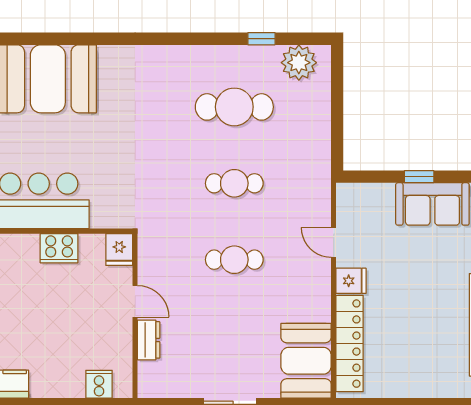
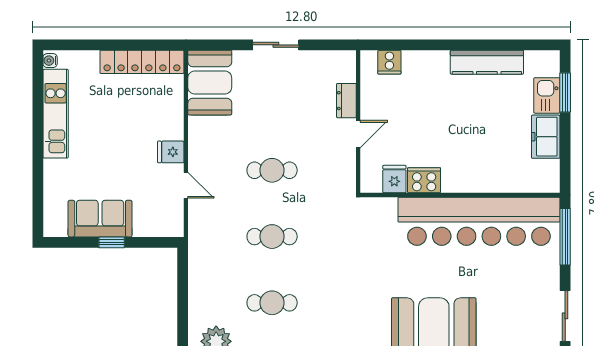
cafe table: (234, 107) -> (272, 303), width x0.73, depth x0.74
fridge: (119, 250) -> (394, 179), moved
door: (135, 301) -> (358, 134), swing flipped
locker: (350, 344) -> (142, 62), moved, turned -90

